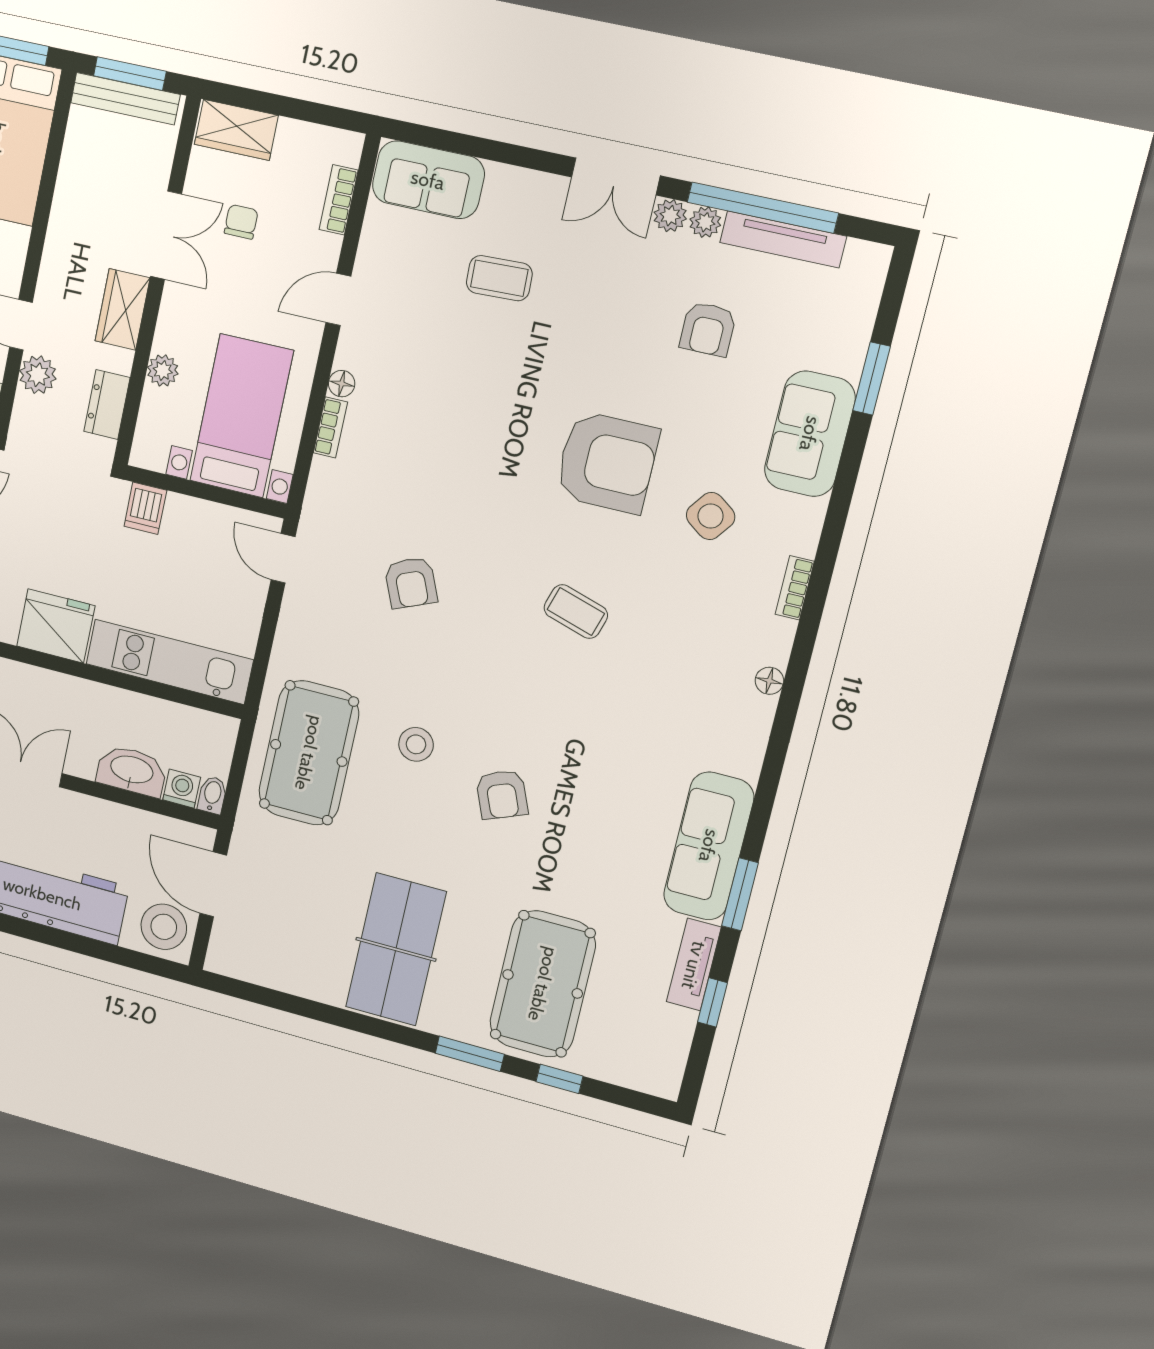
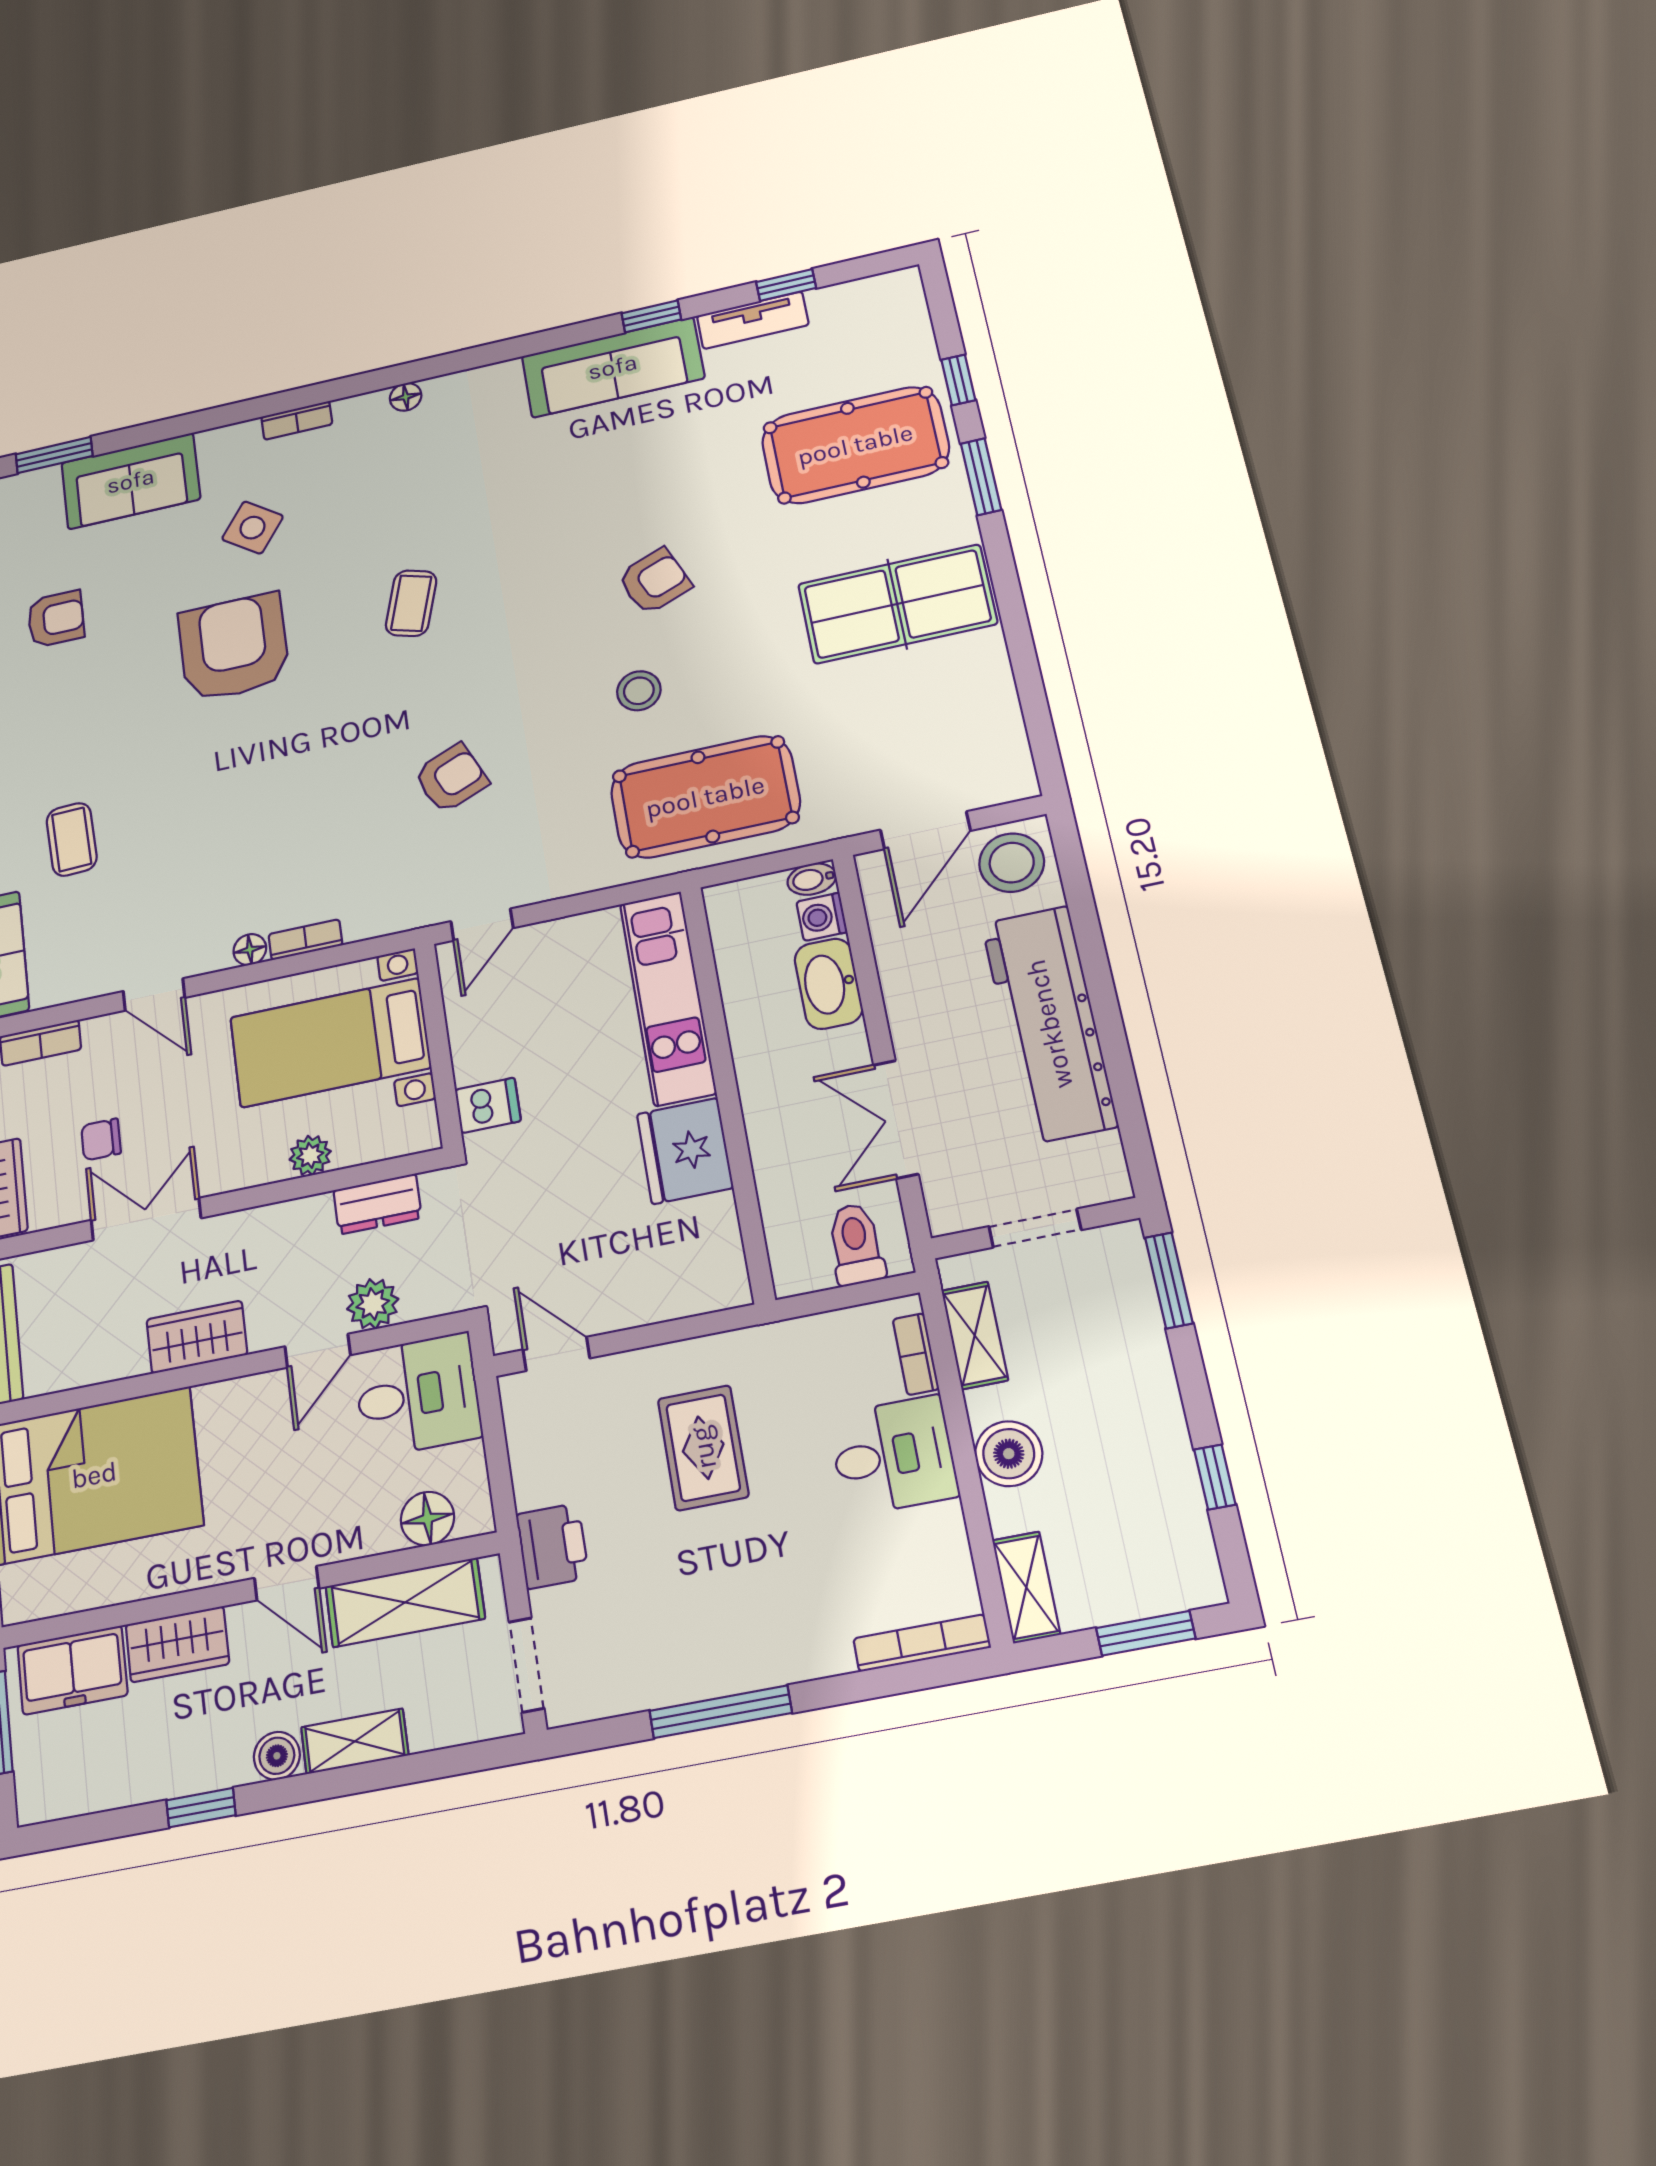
wardrobe: (122, 309) -> (197, 1337), moved, turned 180
window: (740, 894) -> (651, 316), width x0.67

